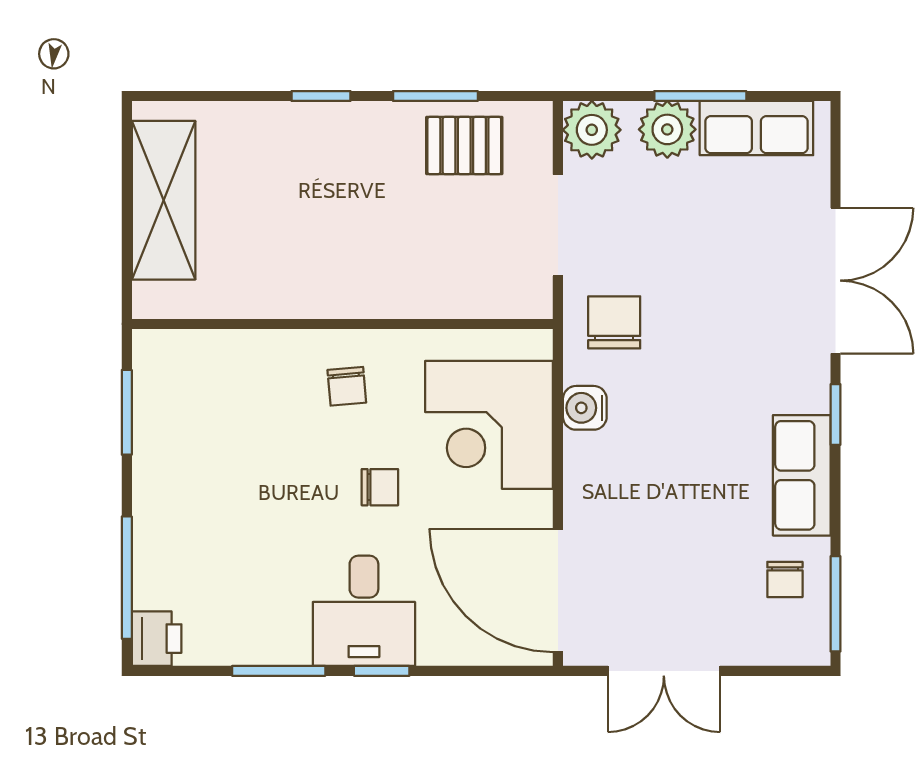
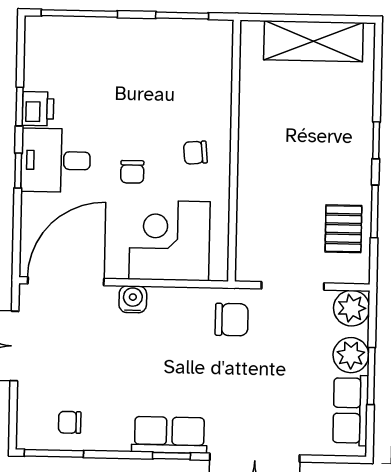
water cooler: (585, 408) -> (133, 299), moved
row of seats: (802, 475) -> (169, 435), moved
printer: (157, 639) -> (38, 109), moved, turned -90
window: (279, 671) -> (19, 107), width x0.67

